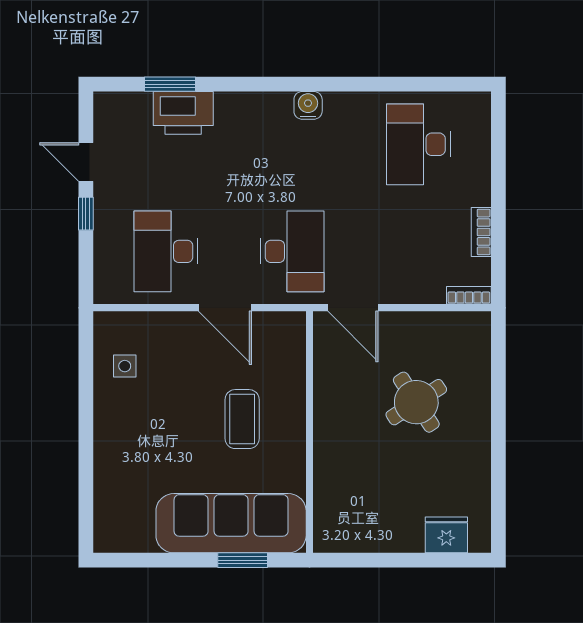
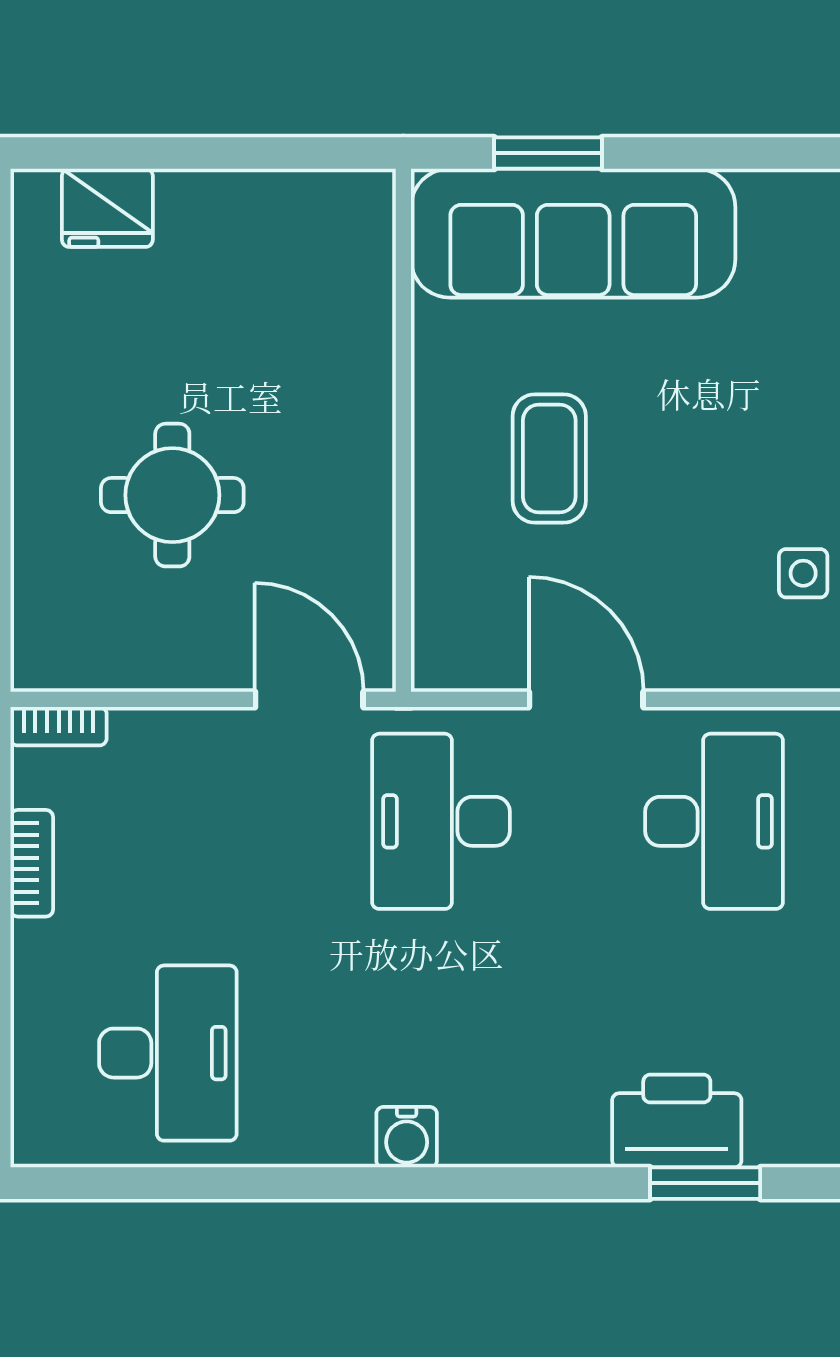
round table: (416, 402) -> (172, 495), turned 33

